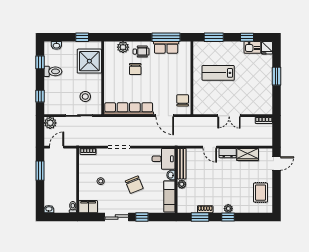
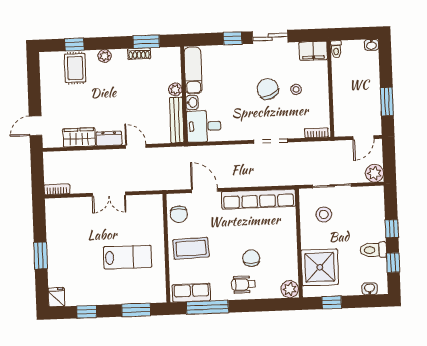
plant: (123, 47) -> (290, 289), moved
row of seats: (166, 47) -> (191, 293), moved
kitchen sink: (252, 47) -> (78, 297), removed
coffee table: (175, 77) -> (191, 248), added
window: (40, 96) -> (392, 229), moved
double door: (229, 116) -> (109, 194), swing flipped
chair: (134, 185) -> (268, 89), moved
rug: (261, 193) -> (75, 68), moved
window: (228, 217) -> (74, 44), moved

